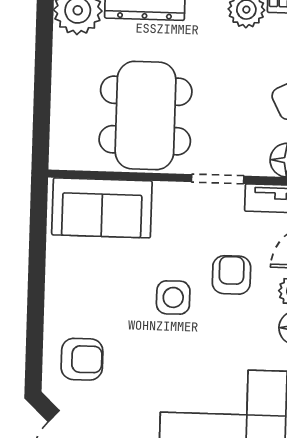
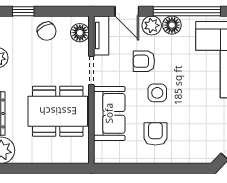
sofa: (102, 208) -> (109, 113), moved
armchair: (82, 359) -> (155, 134), moved

